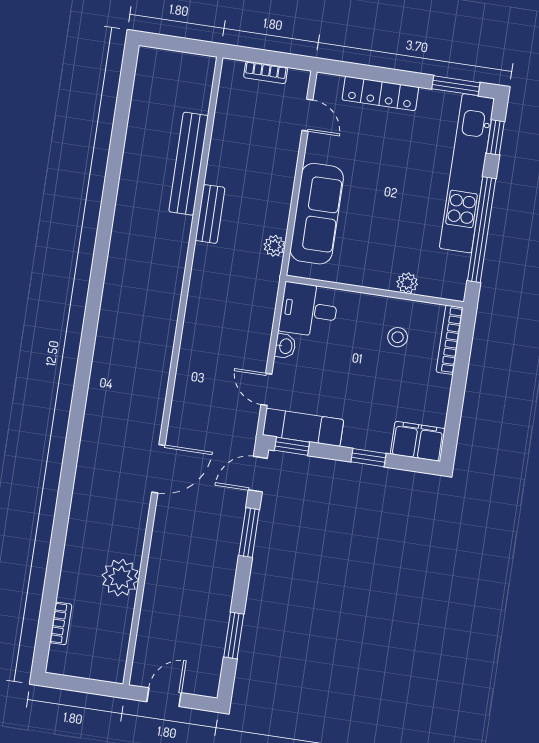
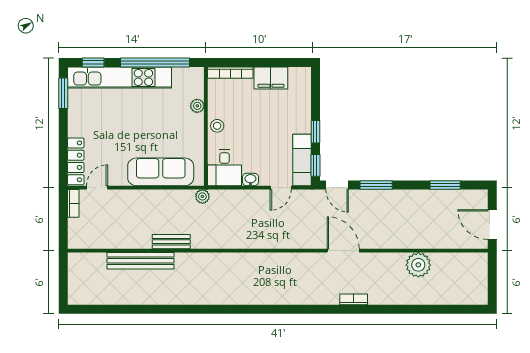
bookcase: (266, 72) -> (73, 203), moved
locker: (380, 93) -> (76, 161), moved
plant: (274, 246) -> (202, 196), moved
stool: (398, 337) -> (217, 126), moved
filing cabinet: (418, 441) -> (271, 78), moved, turned -90
window: (368, 458) -> (315, 132), moved
bookcase: (61, 623) -> (354, 299), moved
door: (164, 697) -> (492, 225), width x1.37

